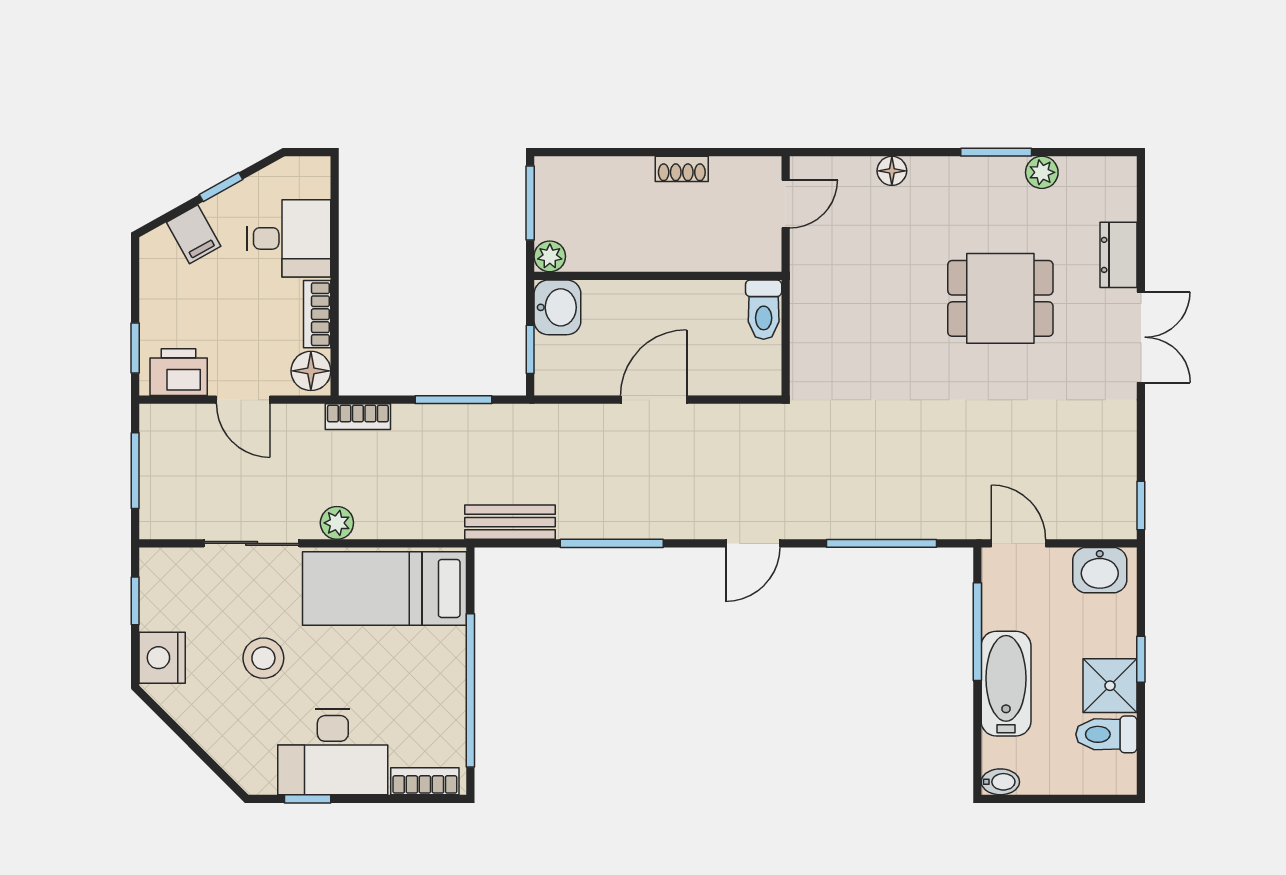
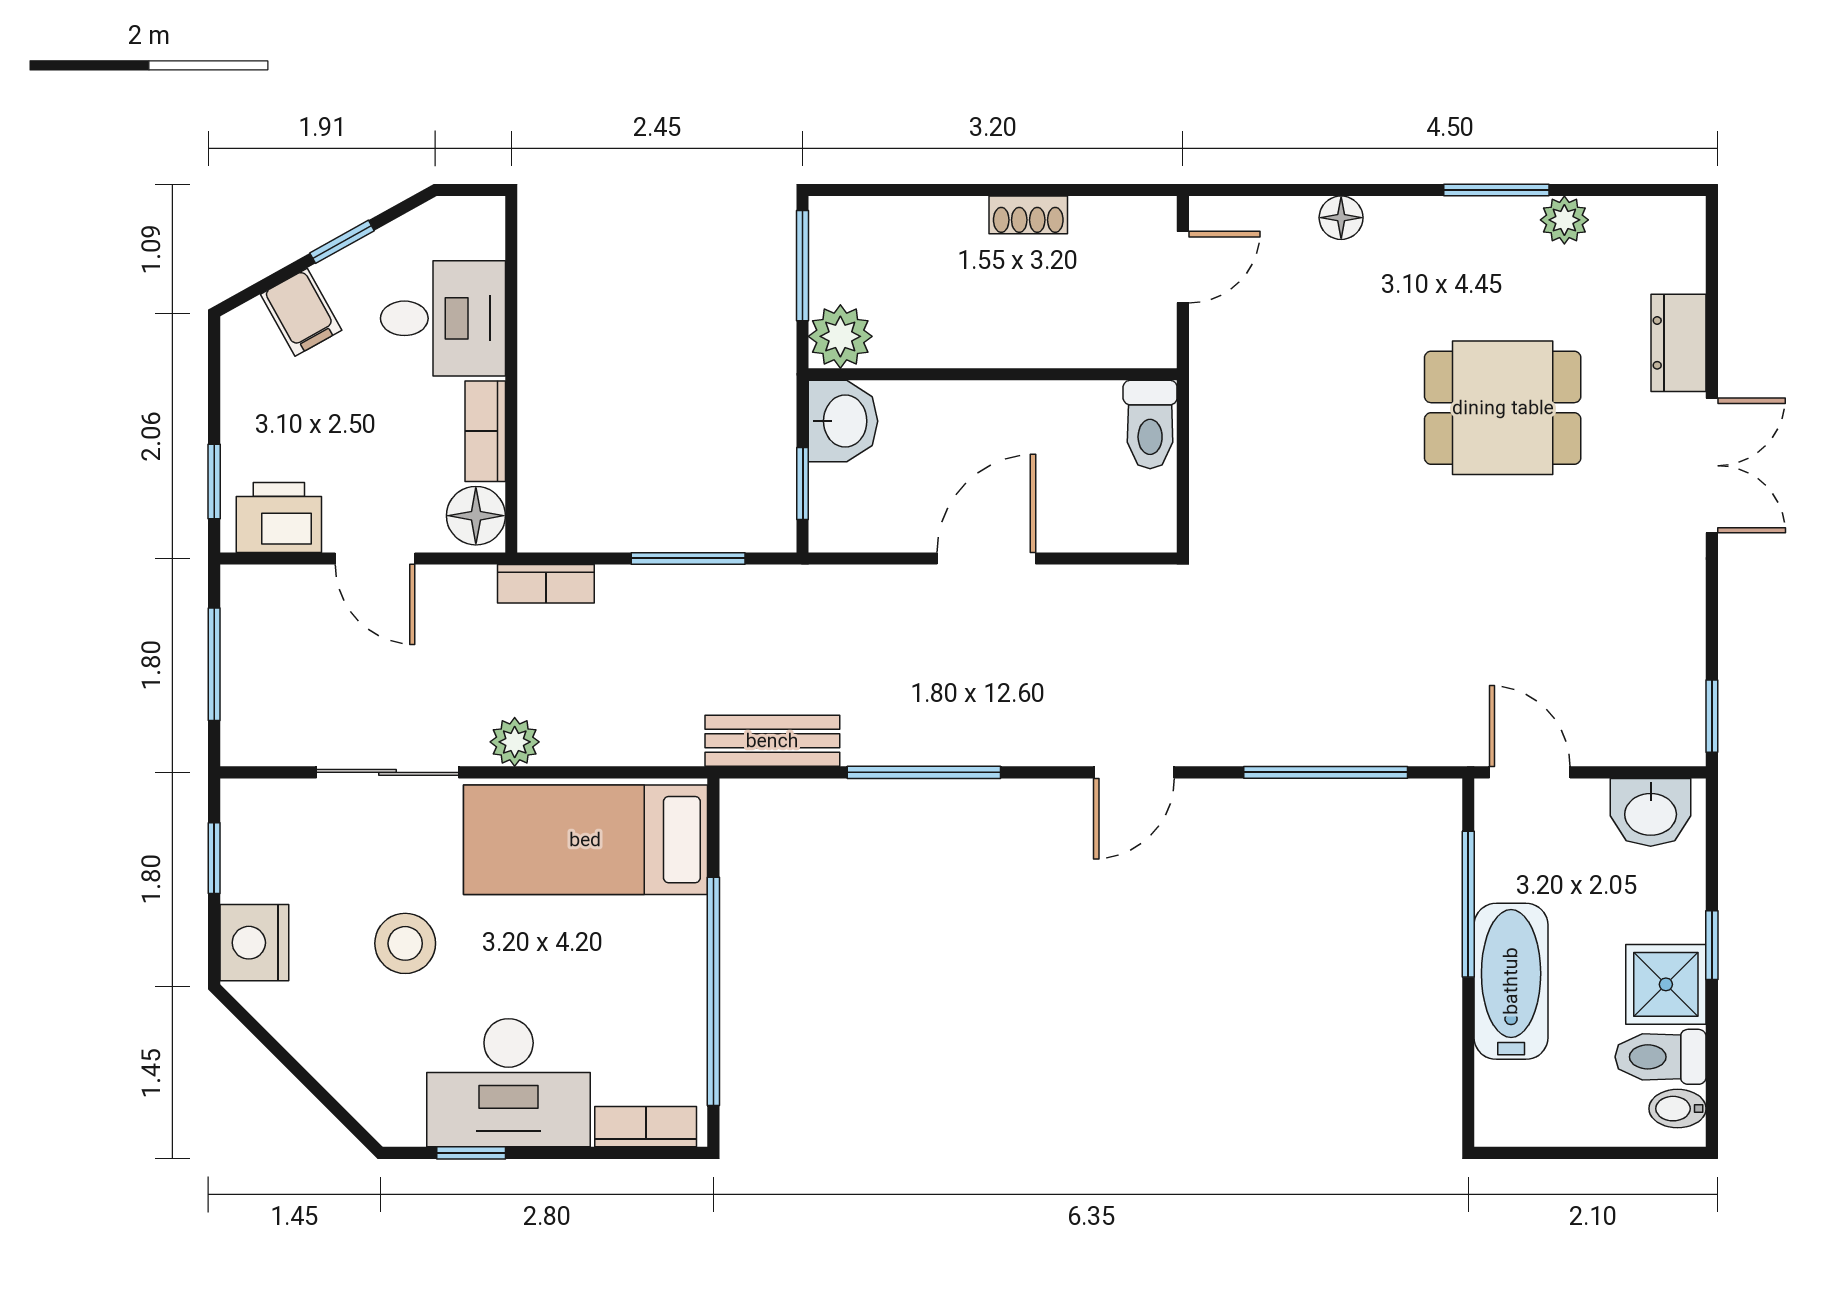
plant: (550, 256) -> (840, 336), width x1.38, depth x1.38
bidet: (1000, 782) -> (1678, 1109), moved, turned 180

